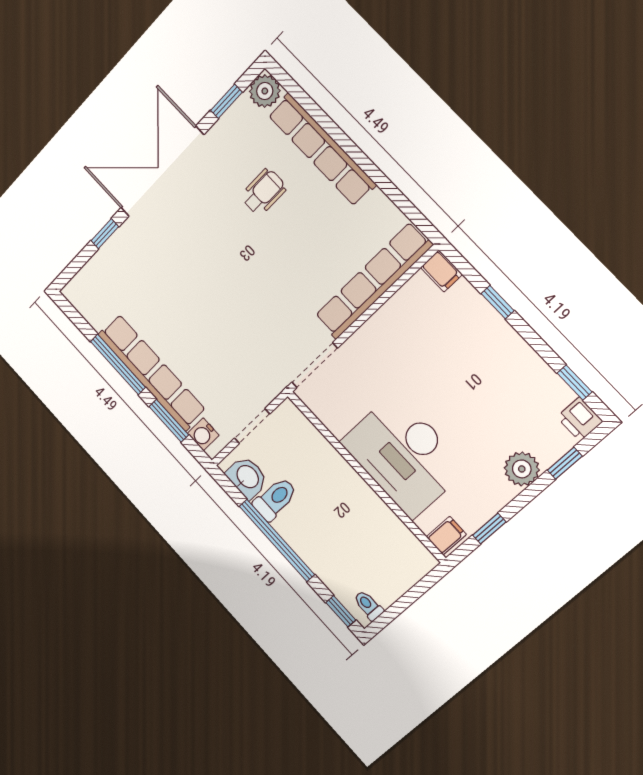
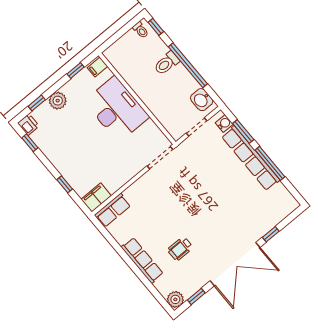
row of seats: (322, 150) -> (142, 260), width x0.73
filing cabinet: (441, 271) -> (96, 197), width x2.00
row of seats: (373, 281) -> (113, 210), width x0.50
toilet: (275, 499) -> (167, 63), moved

